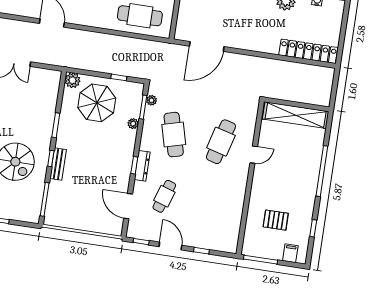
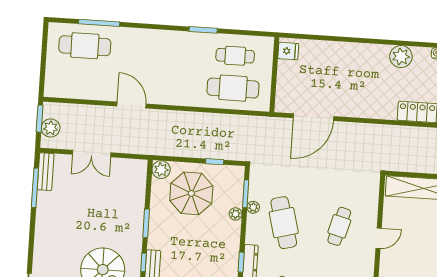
plant: (152, 100) -> (253, 207), moved
cafe table: (221, 142) -> (339, 226), width x0.73, depth x0.74

